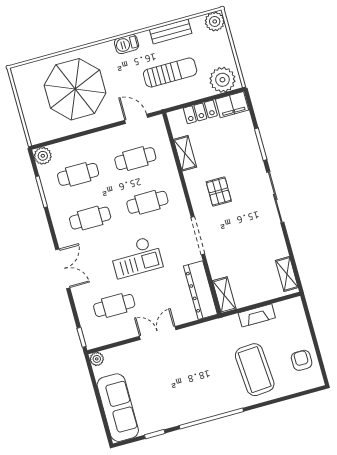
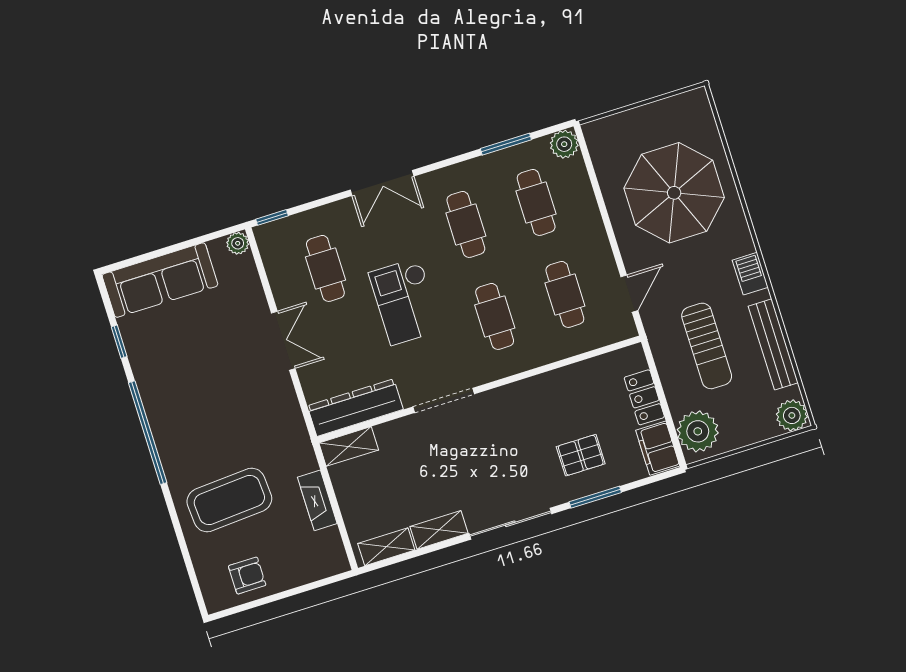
bench: (171, 31) -> (773, 344), width x1.36
shelving: (185, 153) -> (439, 530), moved
pallet: (219, 192) -> (581, 455), moved

